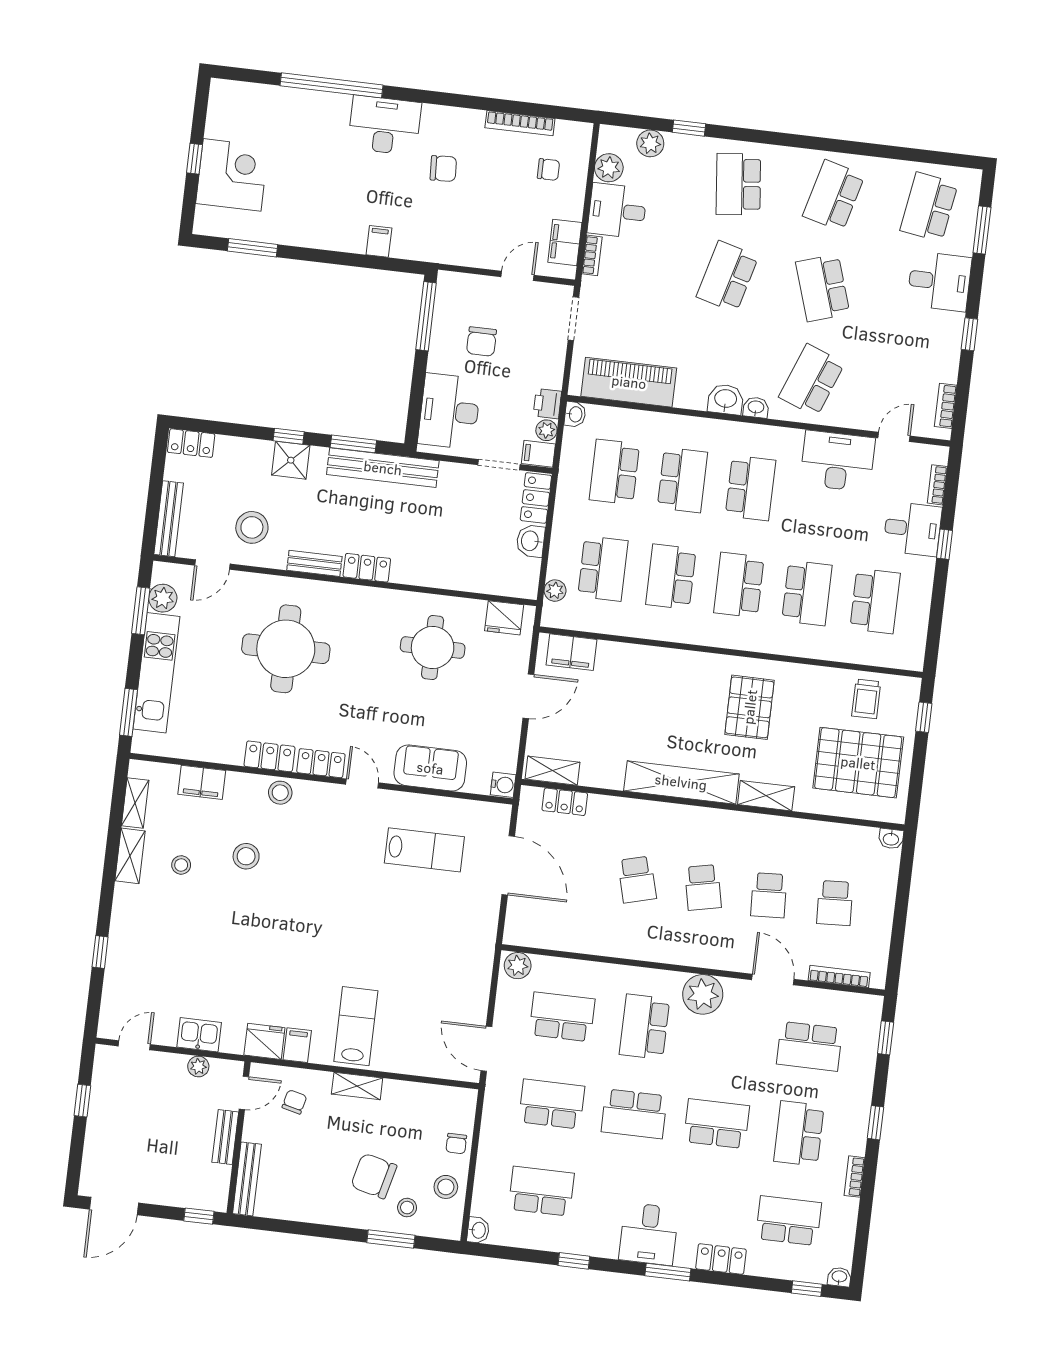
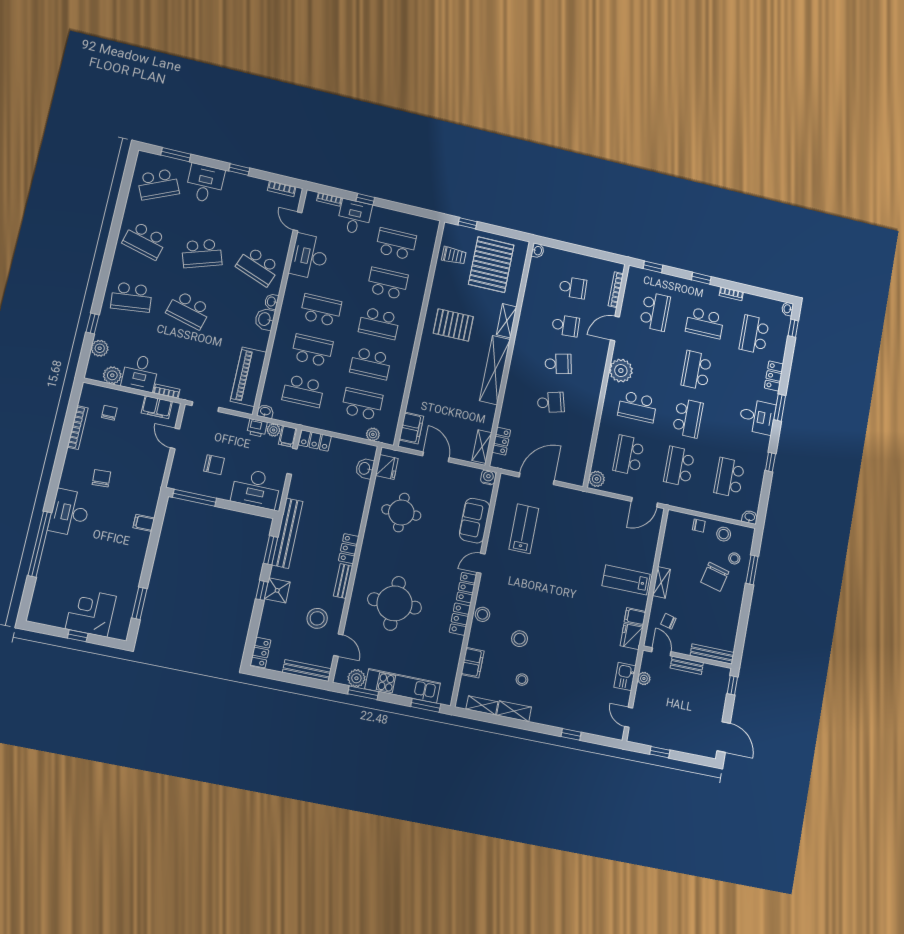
school desk: (929, 207) -> (158, 184), turned -33
washbasin: (531, 541) -> (365, 468), moved, turned 90

